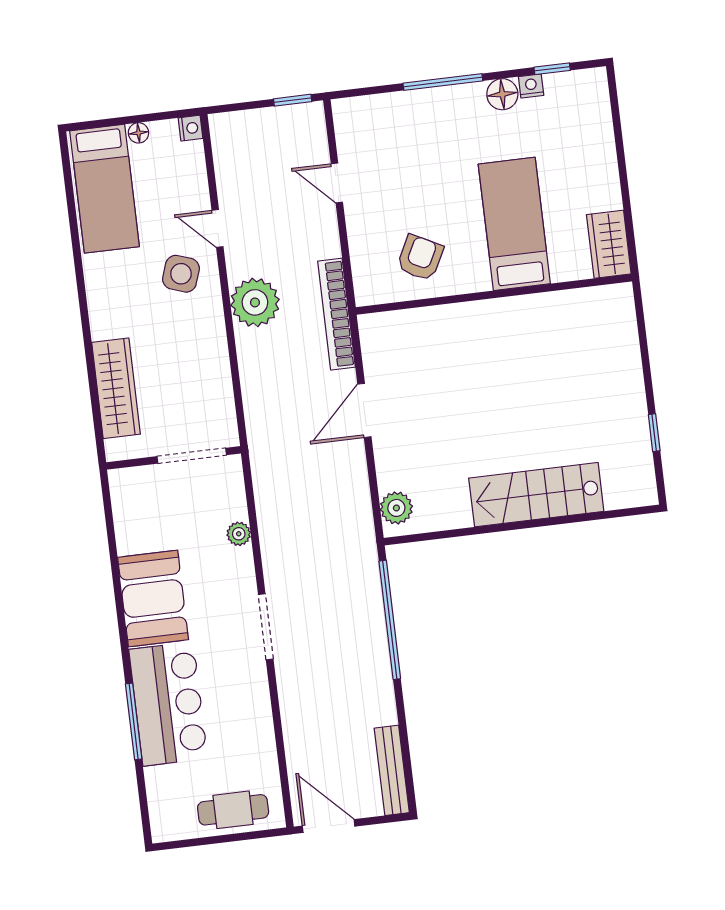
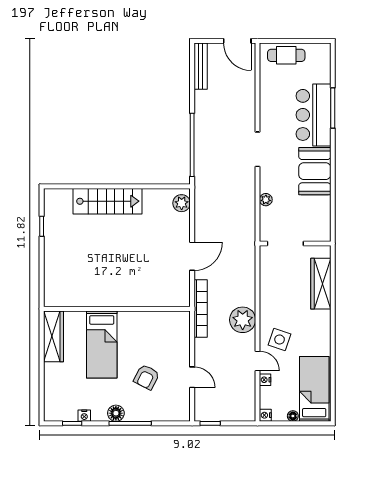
floor lamp: (502, 94) -> (116, 413), moved
nightstand: (199, 195) -> (265, 380), added
wardrobe: (609, 244) -> (54, 336), width x1.50
armchair: (420, 258) -> (146, 377), moved

